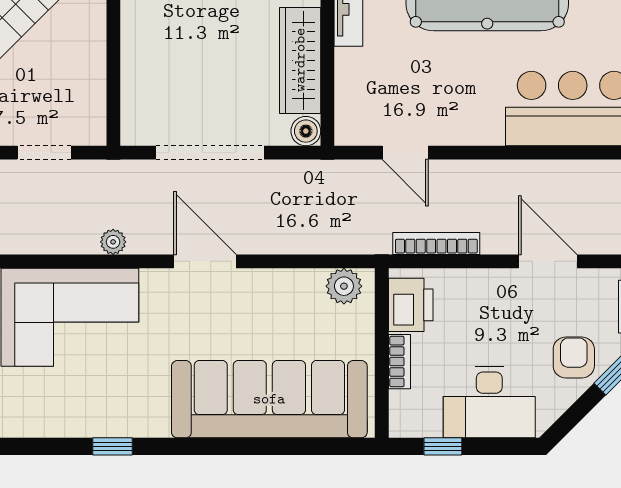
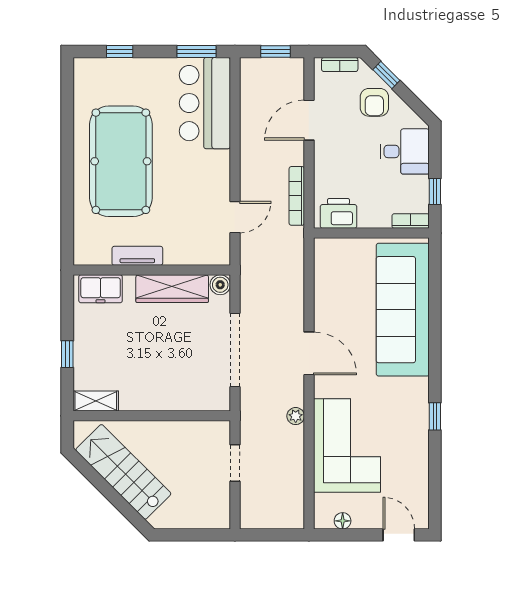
door: (205, 261) -> (309, 353), swing flipped
plant: (344, 286) -> (326, 259), removed
armchair: (574, 357) -> (374, 102), turned -90
bookcase: (399, 362) -> (411, 221), moved
desk: (489, 402) -> (405, 151), width x0.73

